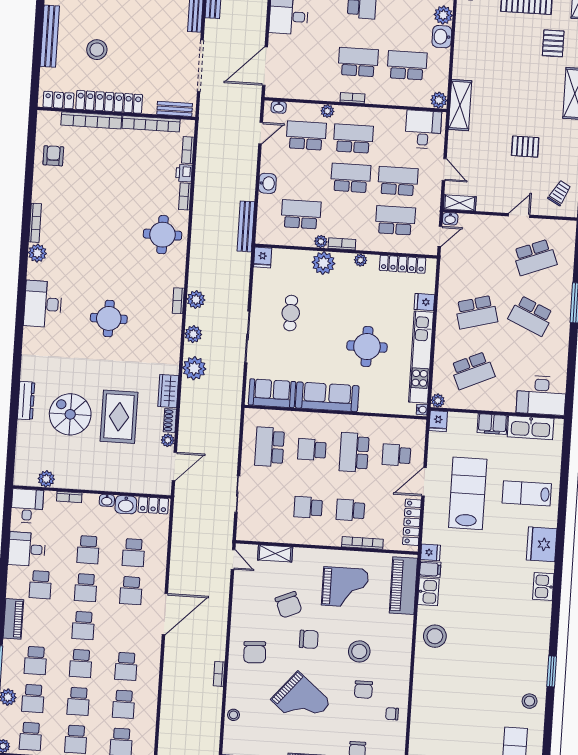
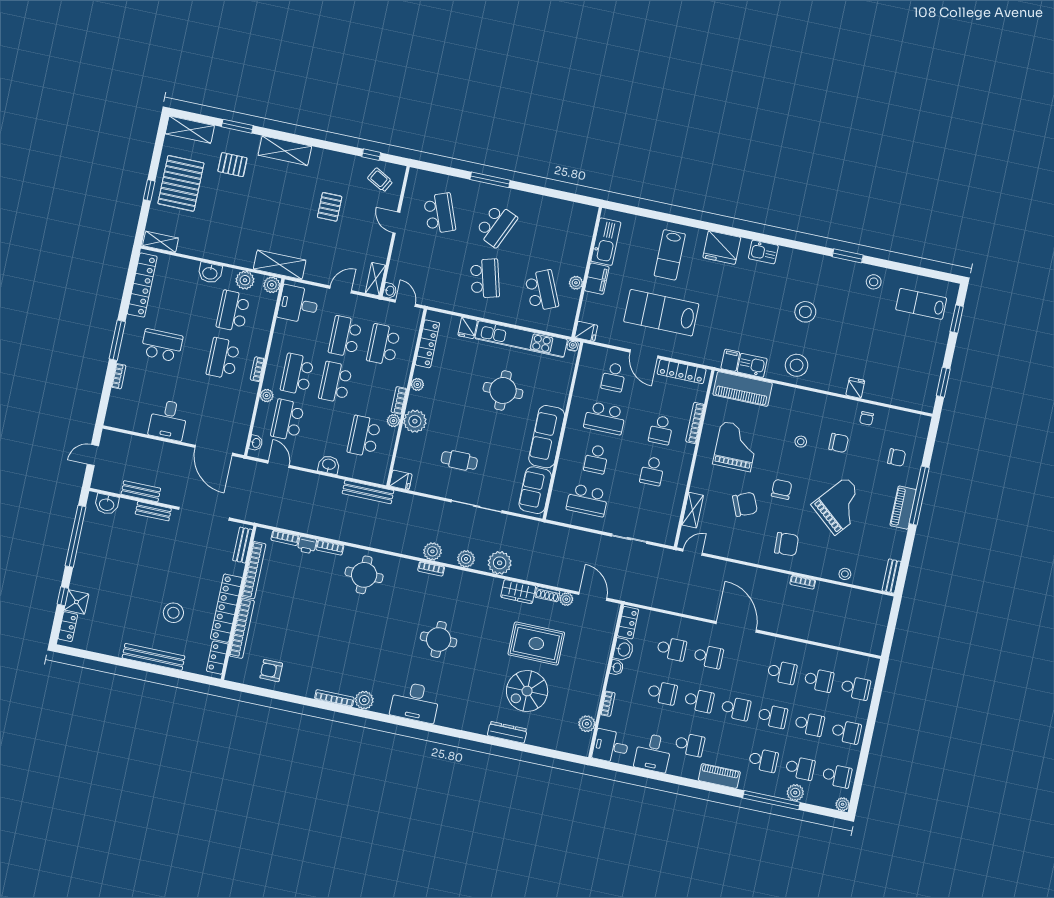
plant: (443, 15) -> (245, 280), moved
desk: (541, 395) -> (576, 227), removed
plant: (438, 401) -> (576, 283), moved
fridge: (430, 552) -> (855, 388), moved
stool: (490, 637) -> (805, 312), added
stool: (359, 651) -> (801, 442), width x0.53, depth x0.53

